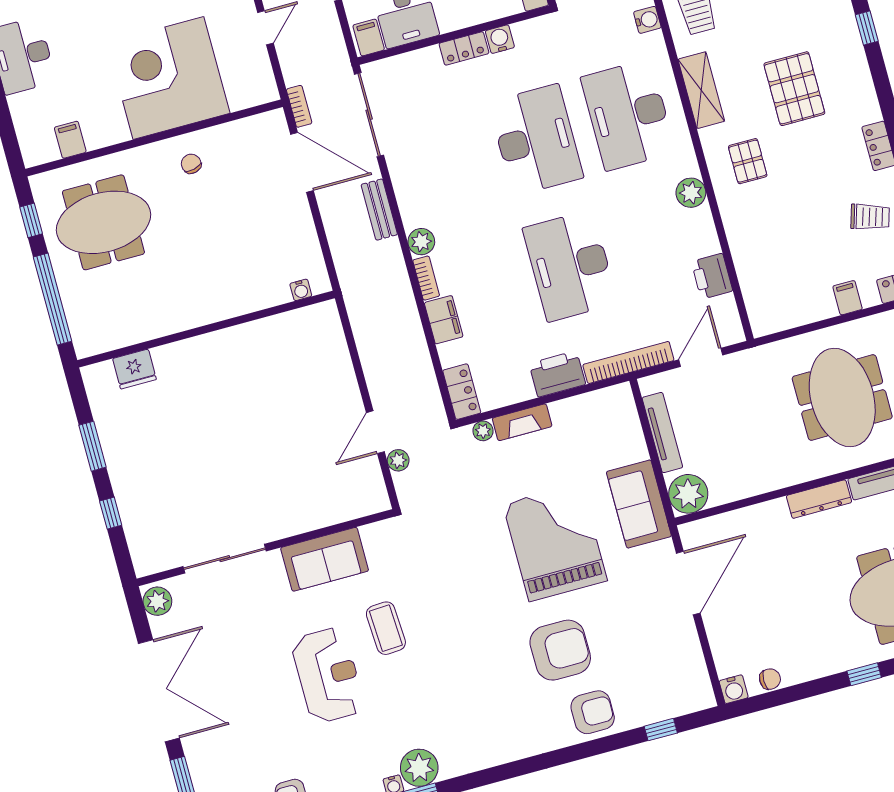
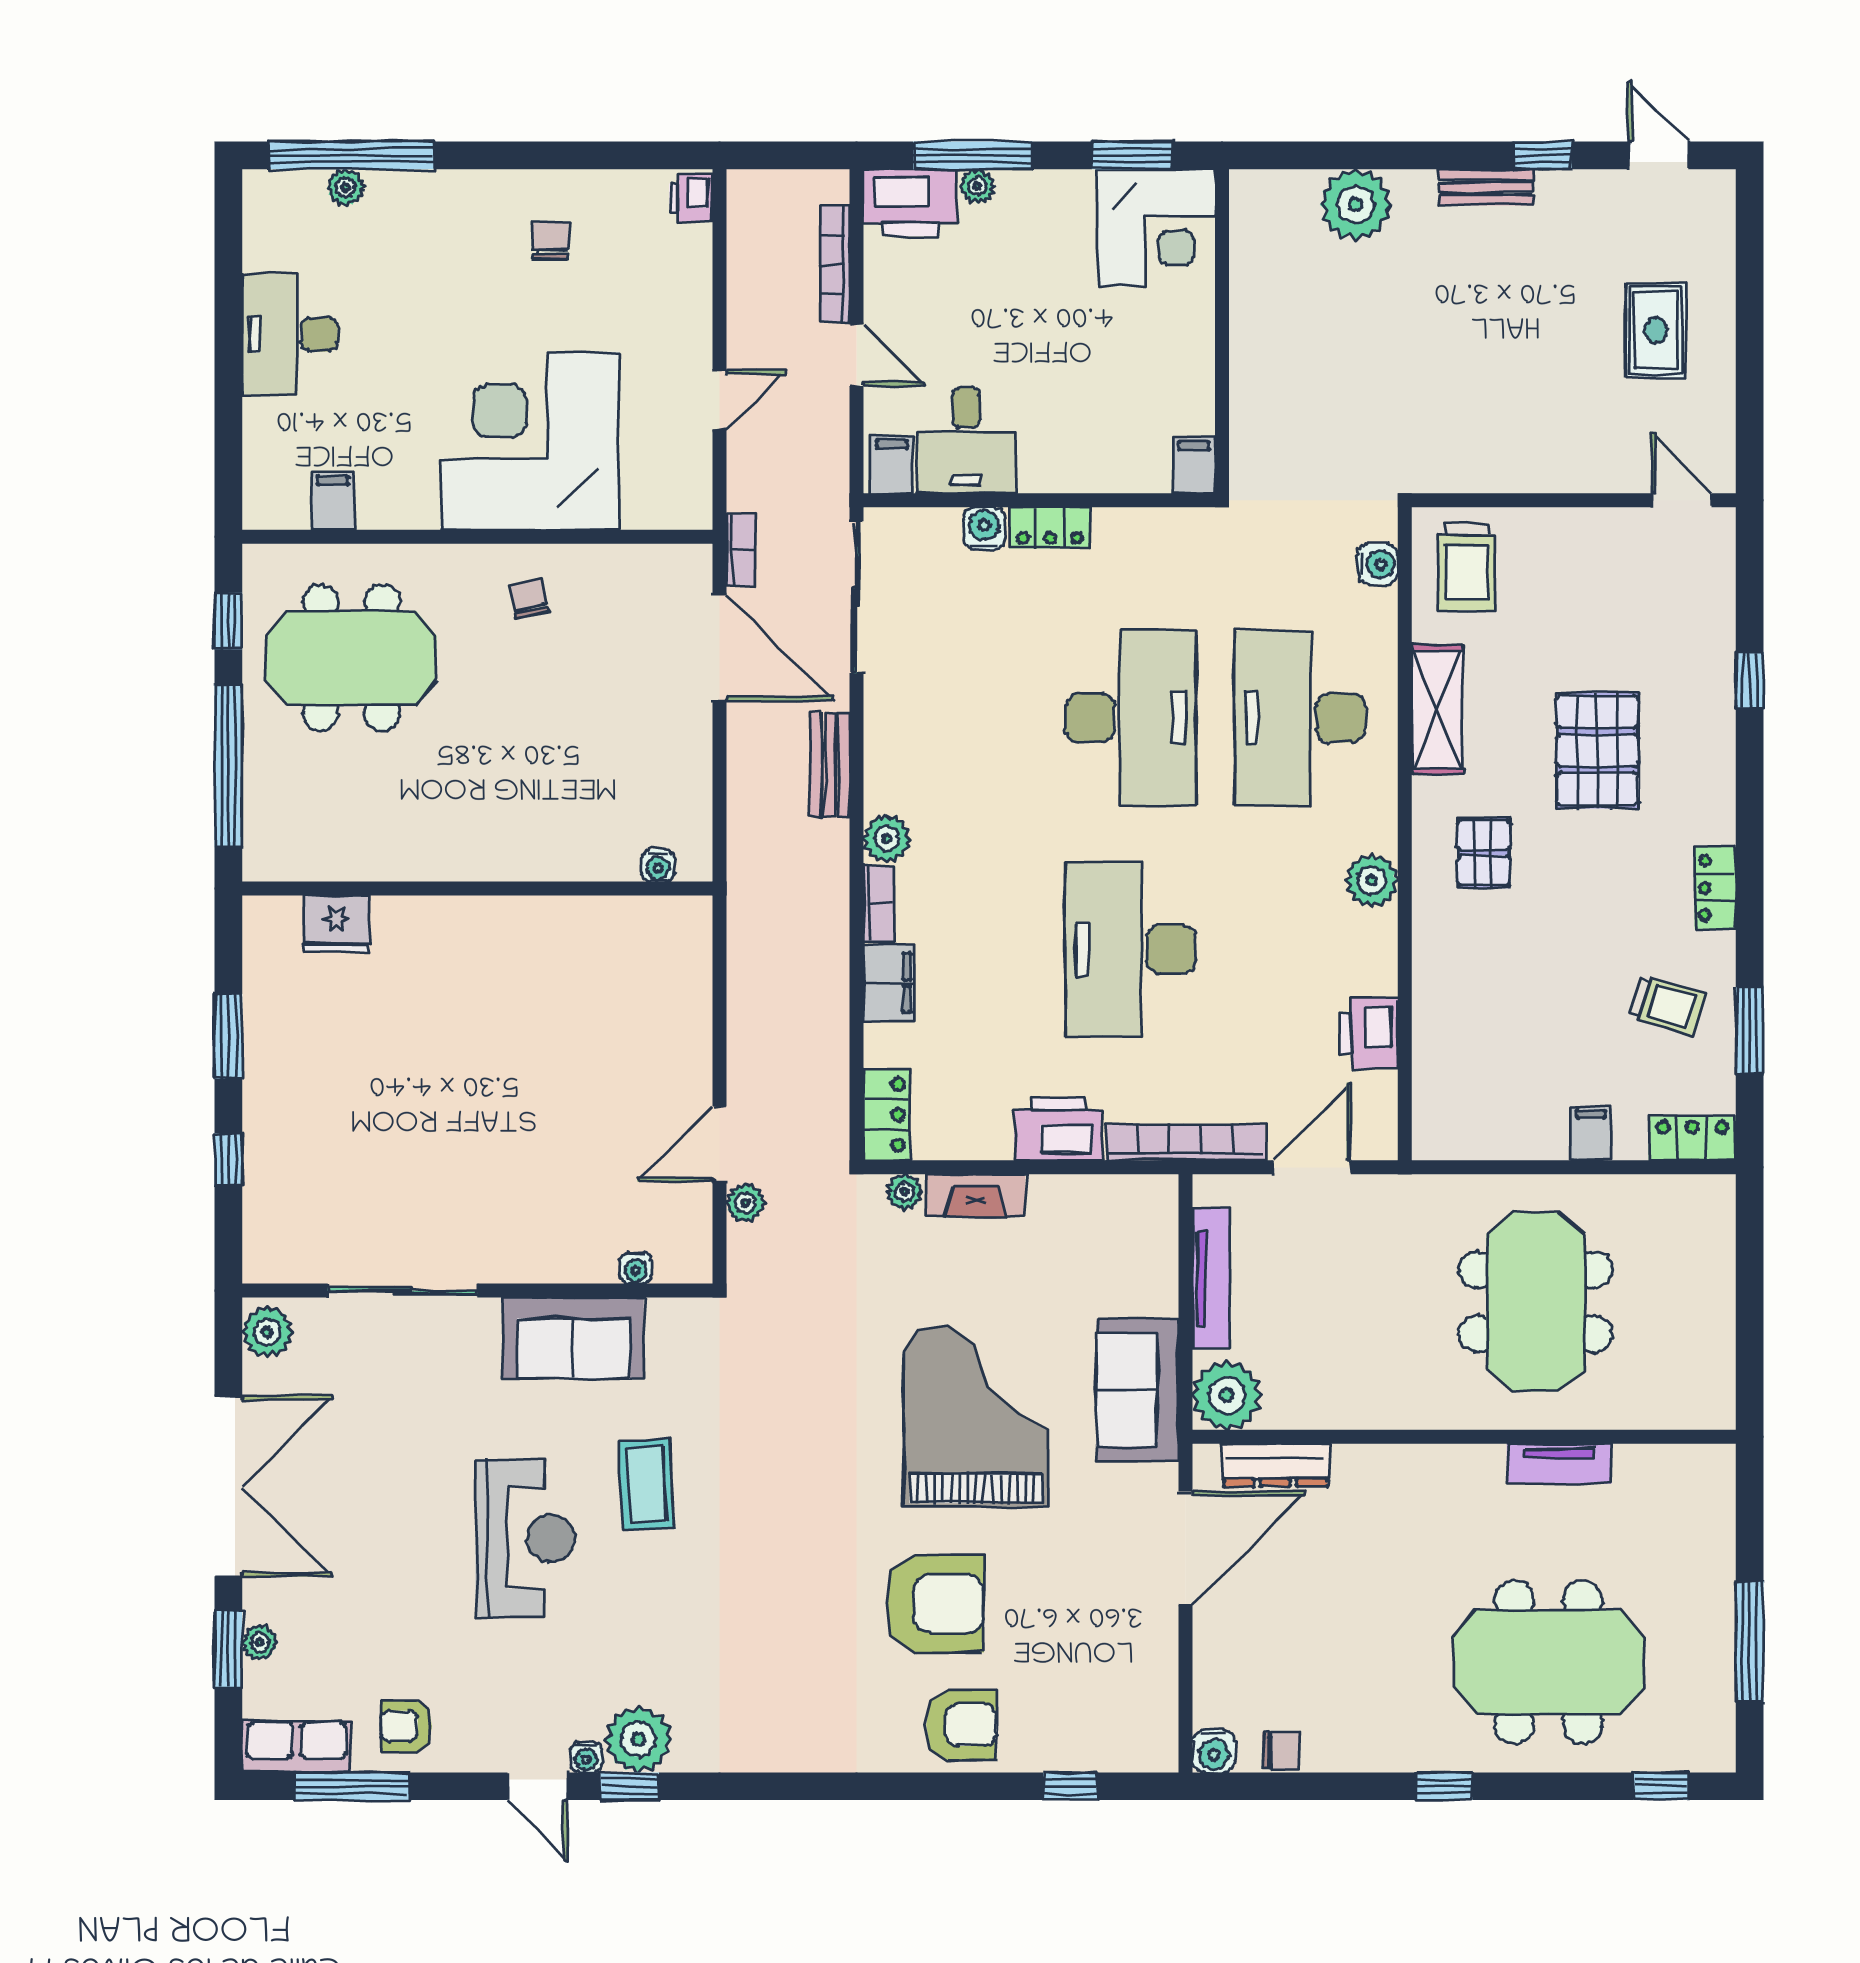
water cooler: (500, 39) -> (984, 528), moved
dresser: (819, 499) -> (1275, 1465), moved
water cooler: (348, 512) -> (636, 1268), added
plant: (199, 771) -> (260, 1642), added

